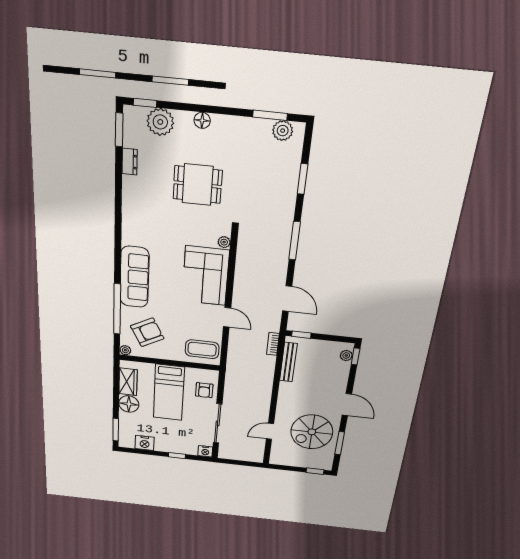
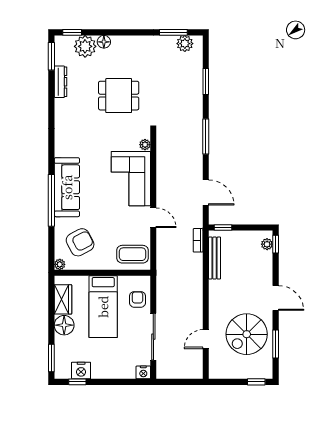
floor lamp: (202, 120) -> (104, 42), moved
dresser: (130, 162) -> (60, 82), width x1.44
window: (117, 309) -> (51, 200), moved
armchair: (204, 390) -> (137, 299), turned 180
window: (177, 456) -> (77, 382), moved

